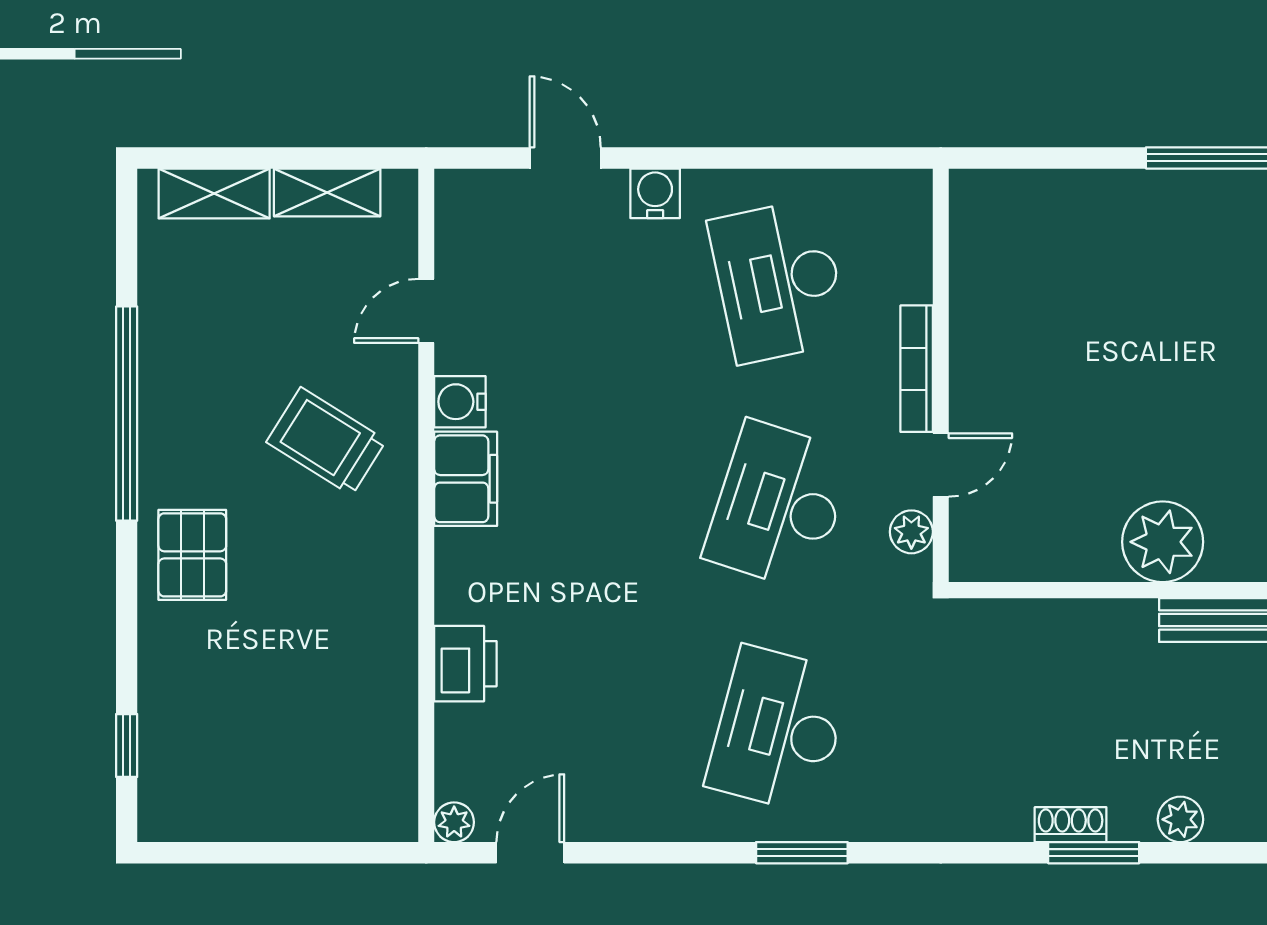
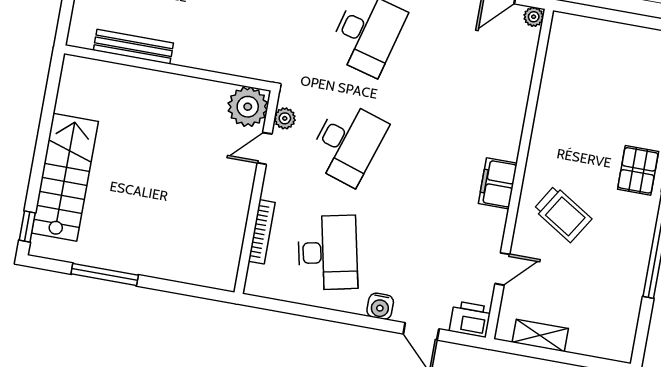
shelving: (214, 193) -> (596, 345), removed
bookcase: (917, 369) -> (262, 232), moved
water cooler: (460, 402) -> (494, 222), removed
plant: (1163, 542) -> (248, 107), moved
printer: (465, 664) -> (470, 319), moved, turned 90

